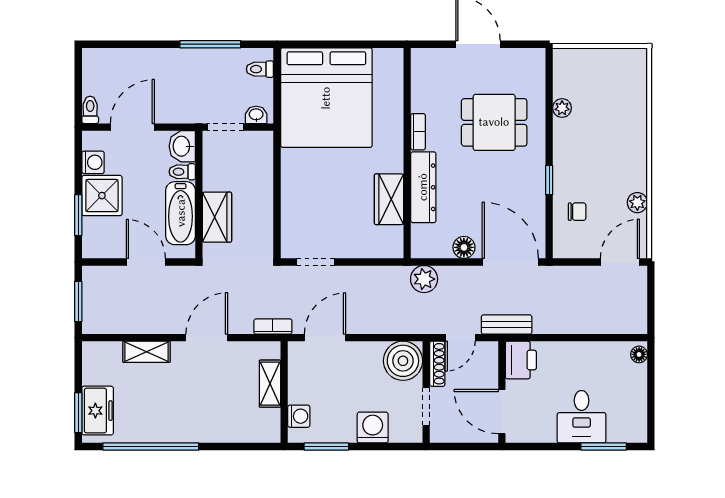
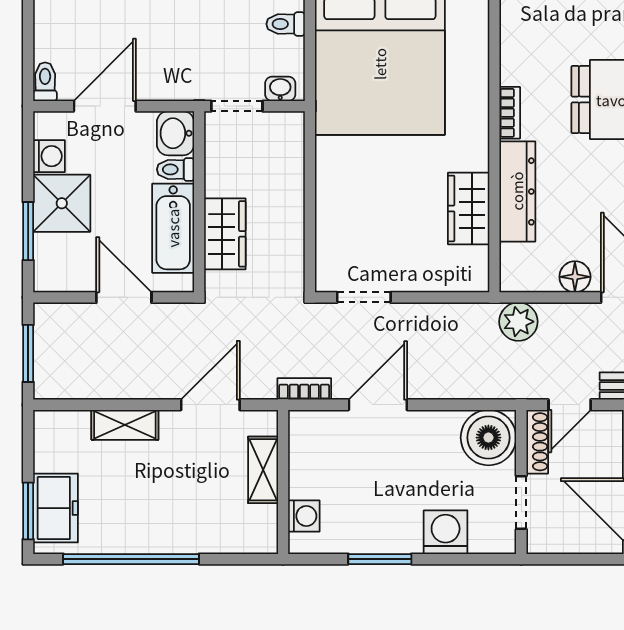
shelving: (270, 384) -> (263, 470), moved
wall: (284, 392) -> (283, 482), moved
washing machine: (299, 416) -> (304, 516), moved

